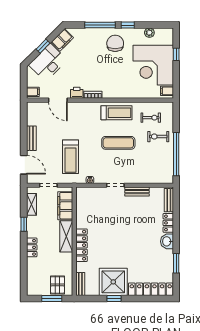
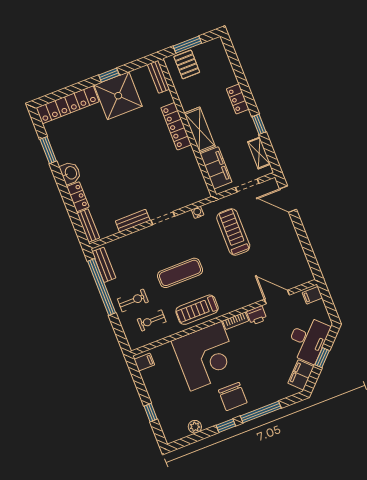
corner desk: (153, 65) -> (206, 356), moved, turned 90
bench: (31, 138) -> (104, 265), moved

